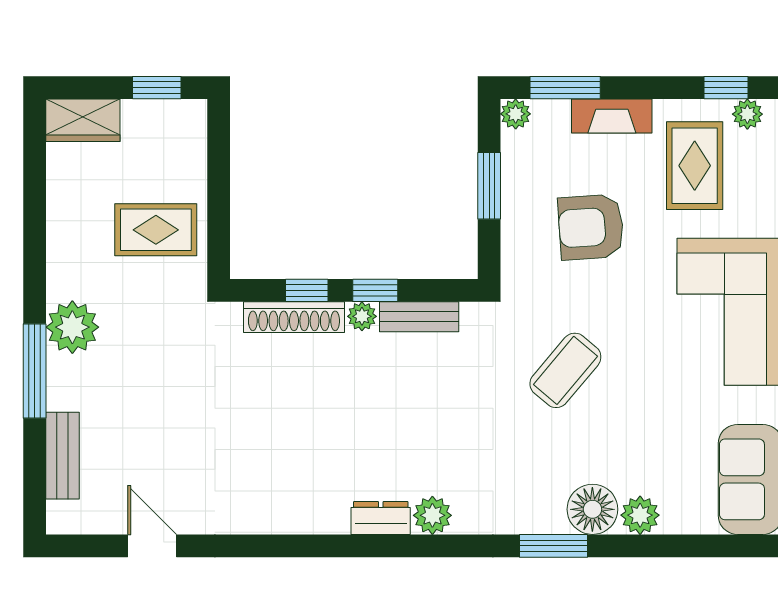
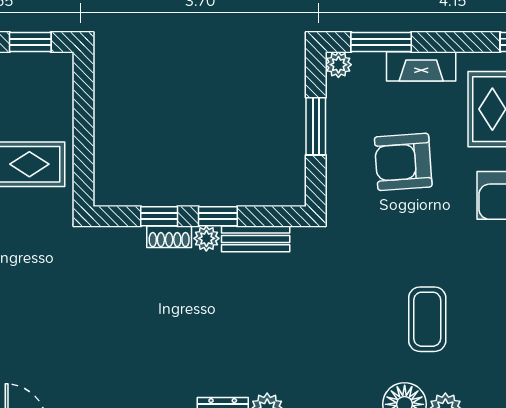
shoe rack: (294, 317) -> (169, 237), width x0.51, depth x0.81
coffee table: (565, 370) -> (427, 319), moved, turned -40

